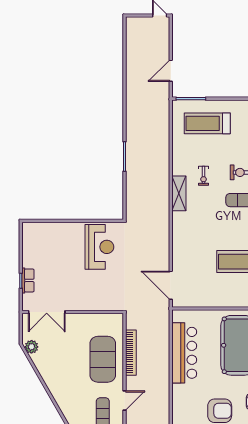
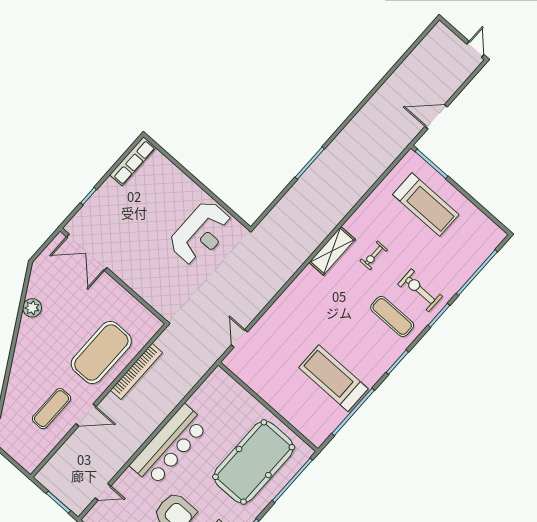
treadmill: (207, 123) -> (426, 205), turned 180
row of seats: (28, 280) -> (133, 161), moved, width x1.48
door: (171, 285) -> (239, 338), width x0.53
plant: (32, 347) -> (32, 308), moved
bar counter: (184, 353) -> (169, 445), moved

